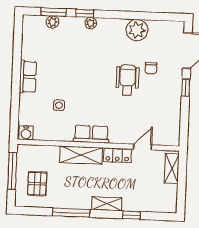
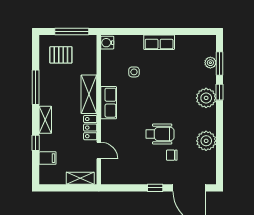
plant: (91, 23) -> (206, 98), width x1.87, depth x1.87
filing cabinet: (148, 203) -> (48, 158), added

